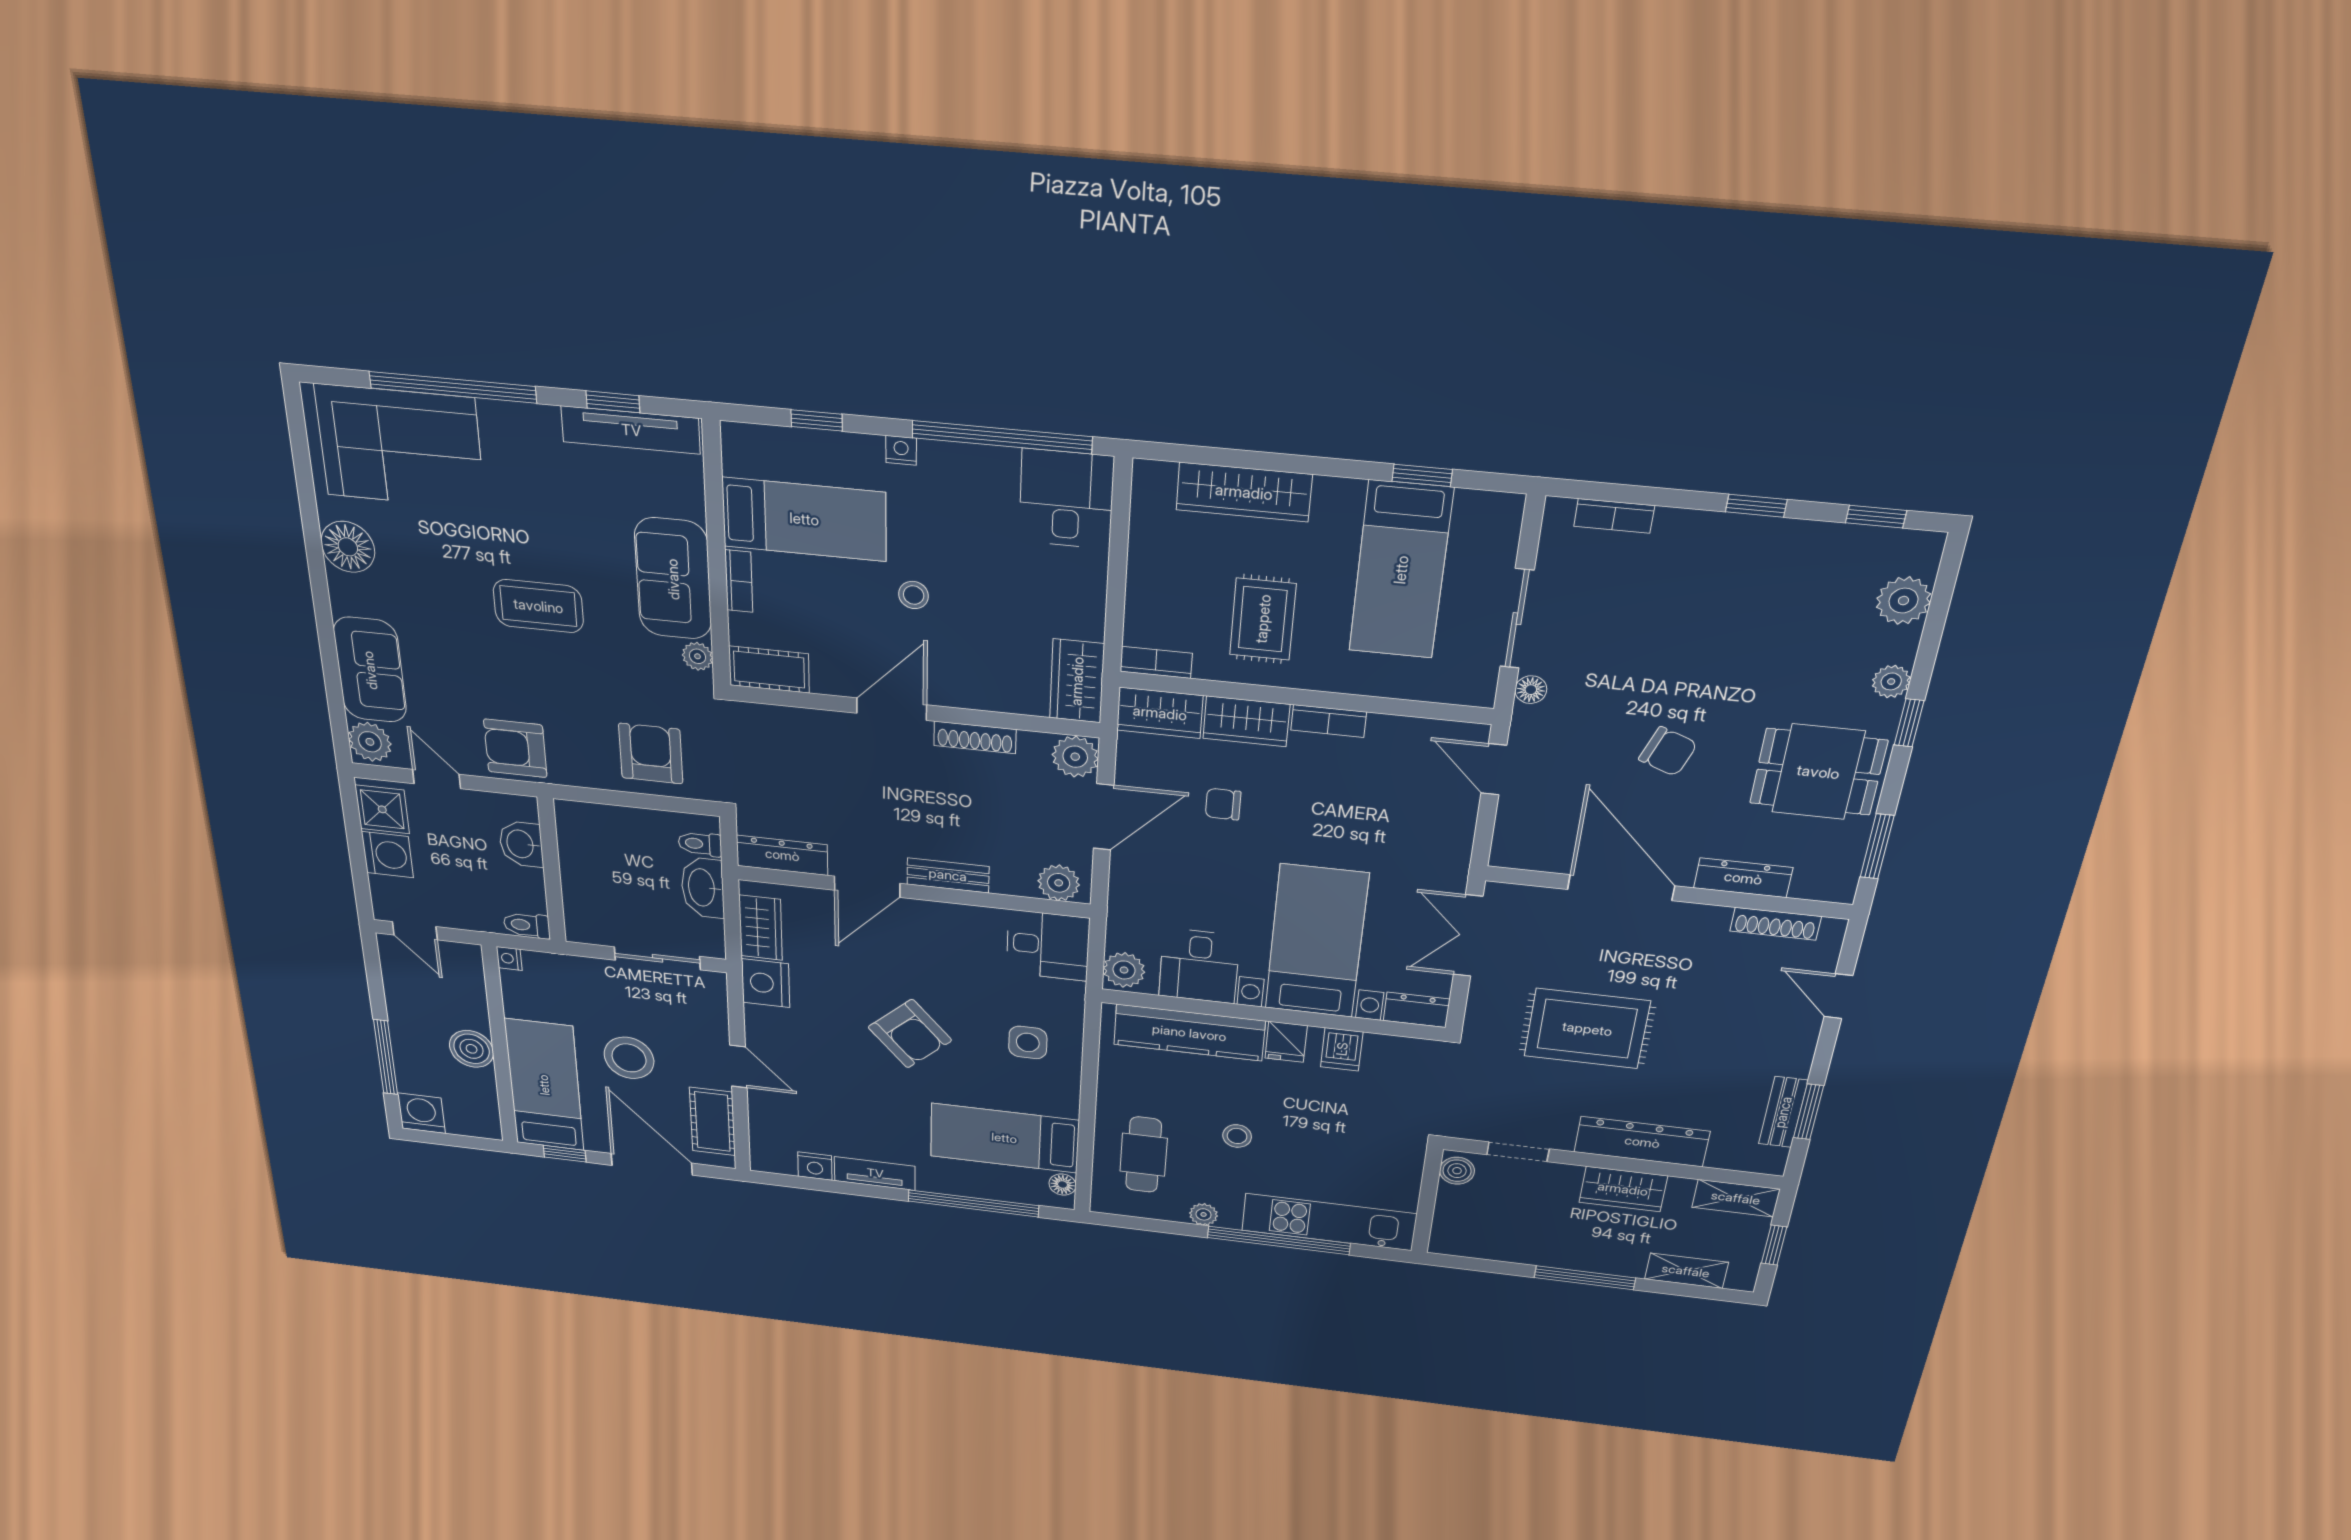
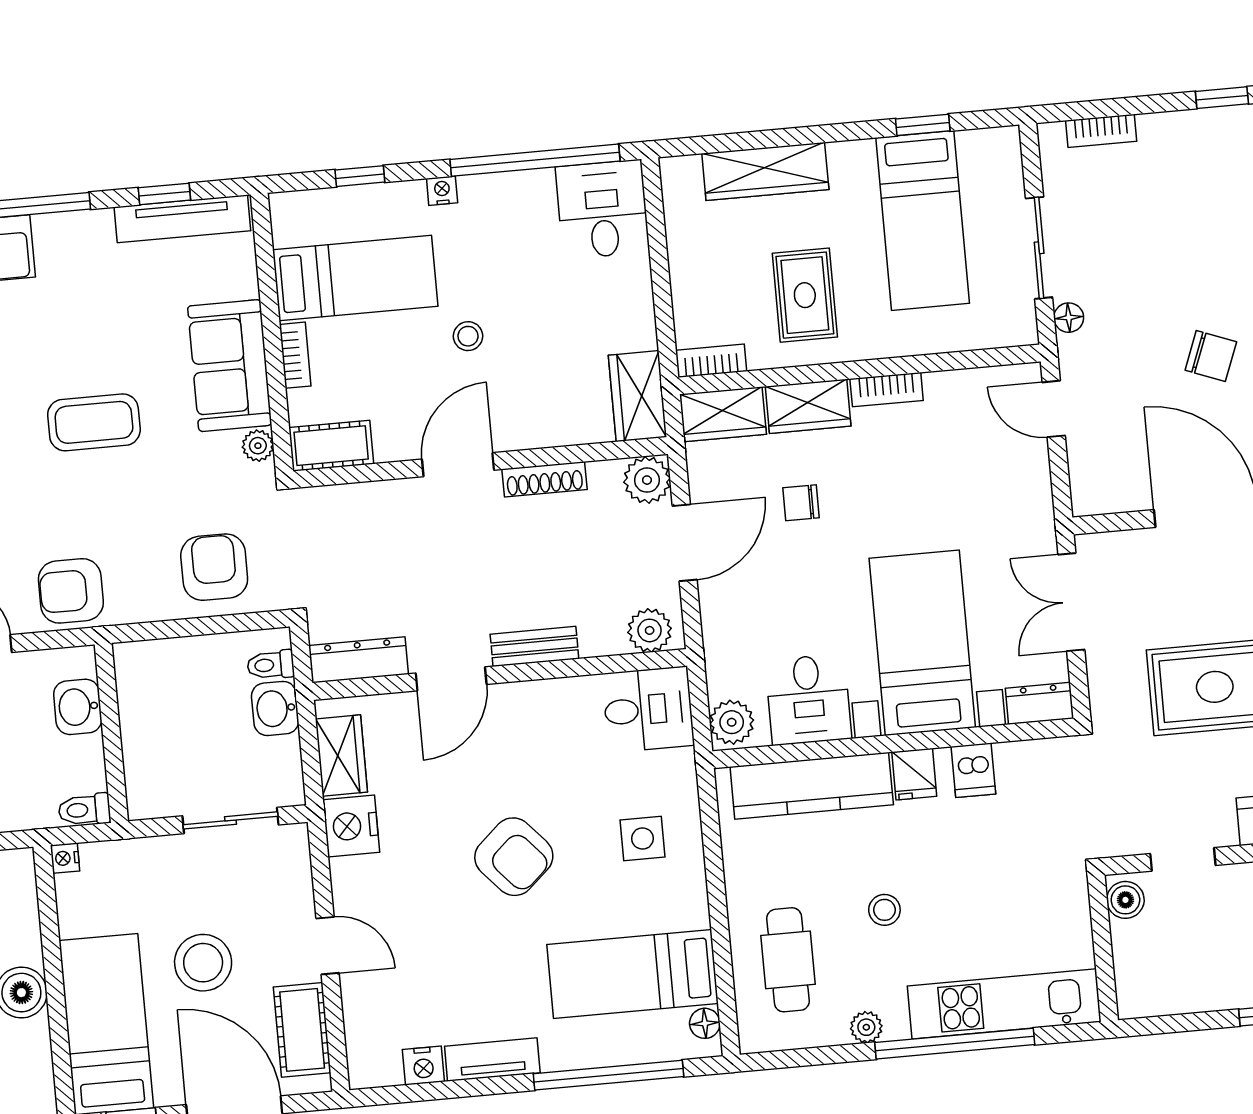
washbasin: (703, 888) -> (275, 708), width x0.72

